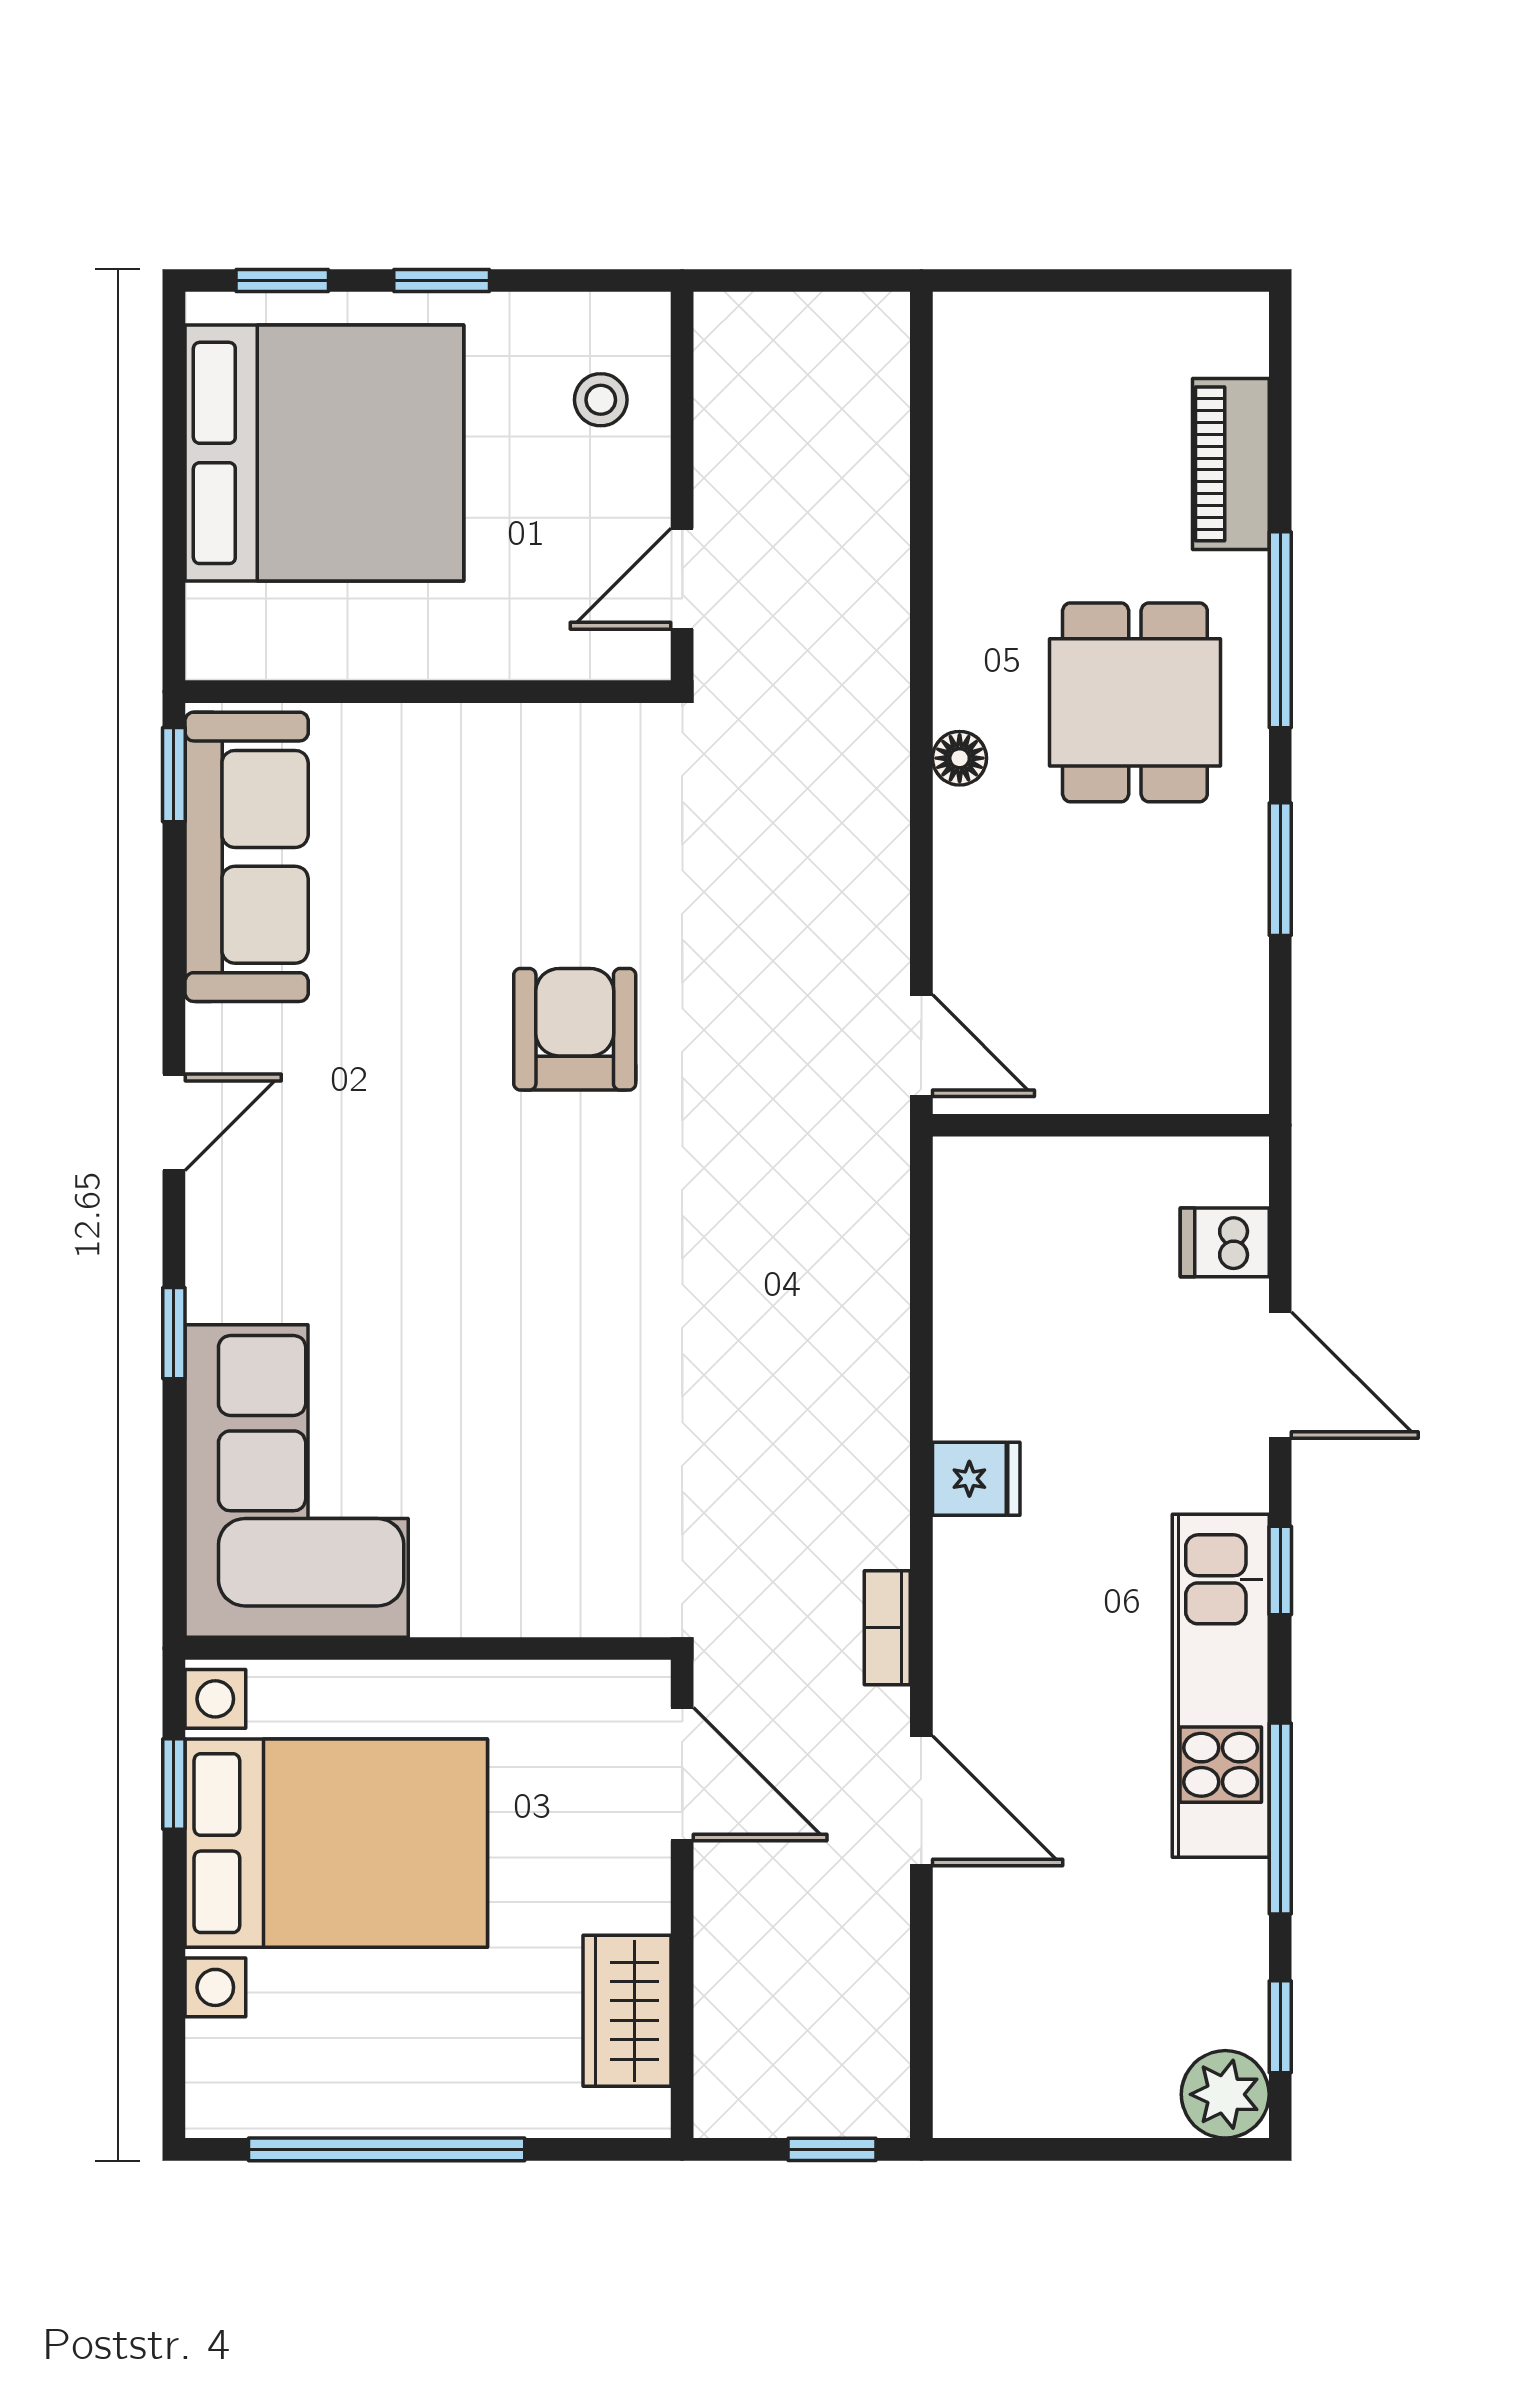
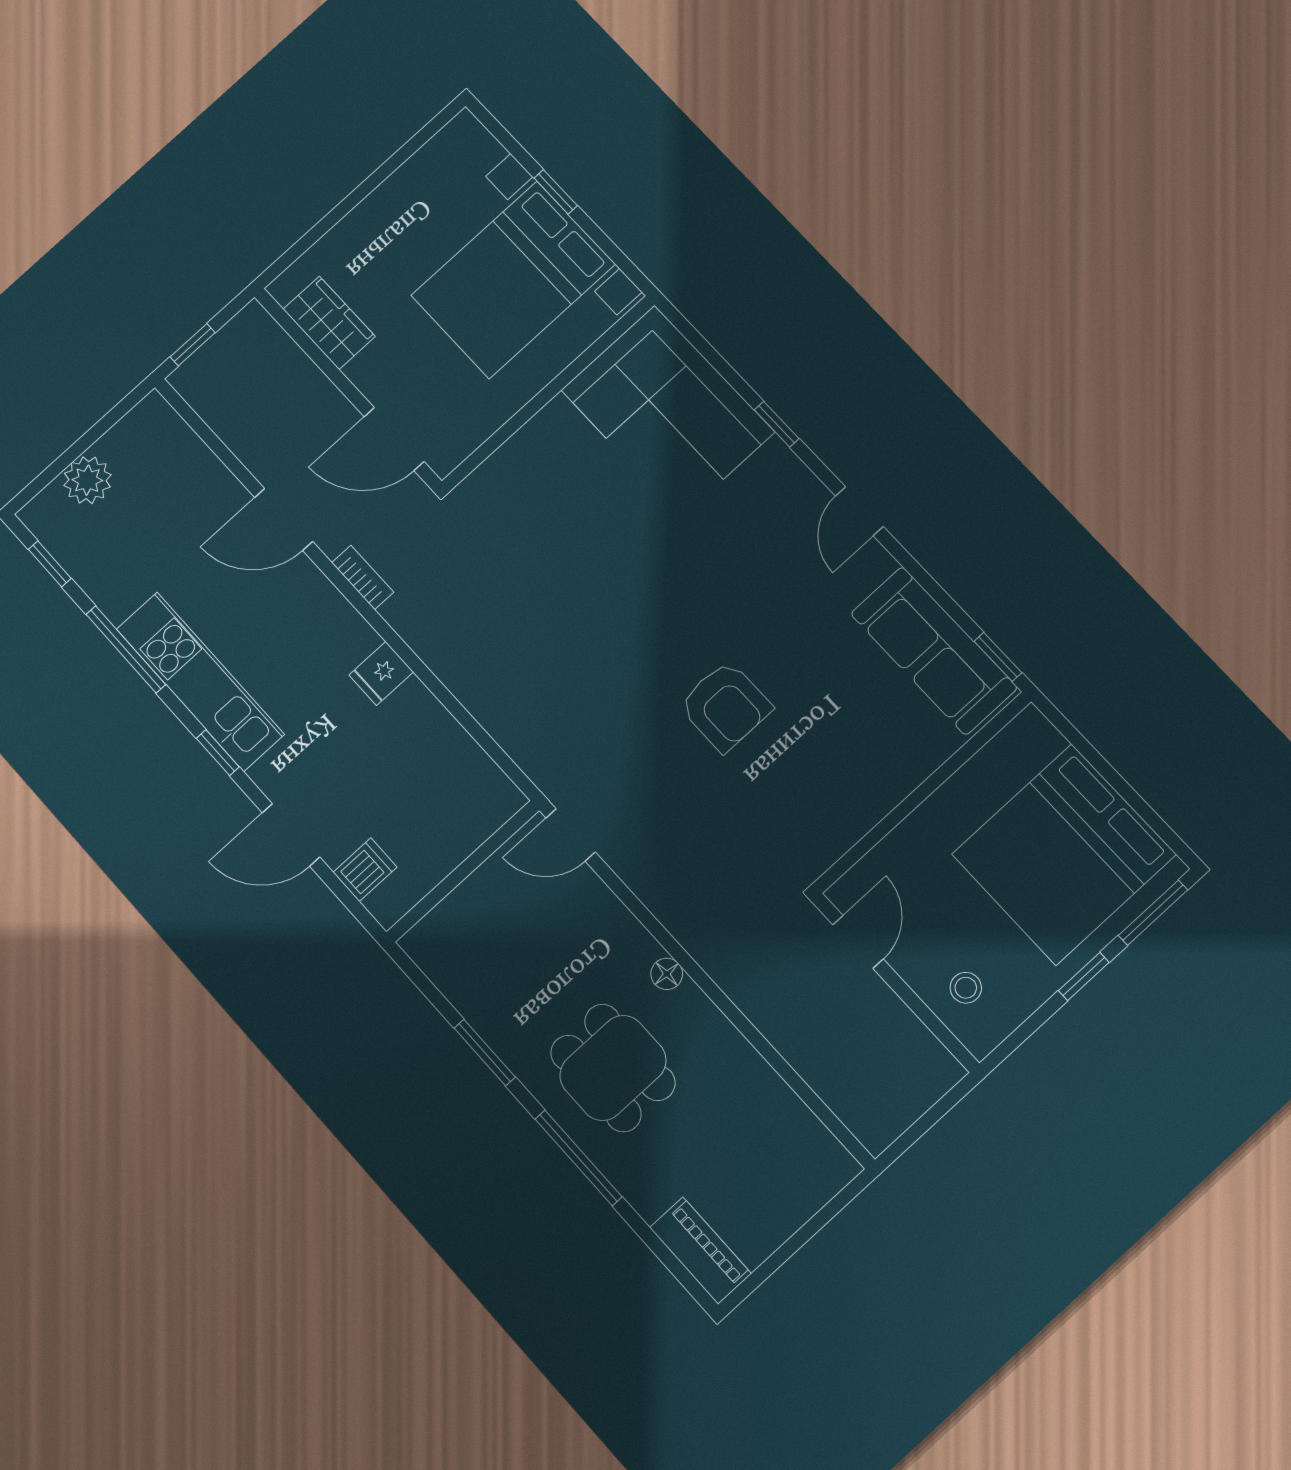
window: (282, 281) -> (1153, 913), width x1.50
piano: (1231, 464) -> (700, 1251), moved
window: (174, 1784) -> (556, 192), moved
plant: (1225, 2094) -> (87, 480), moved
window: (387, 2149) -> (378, 177), removed

